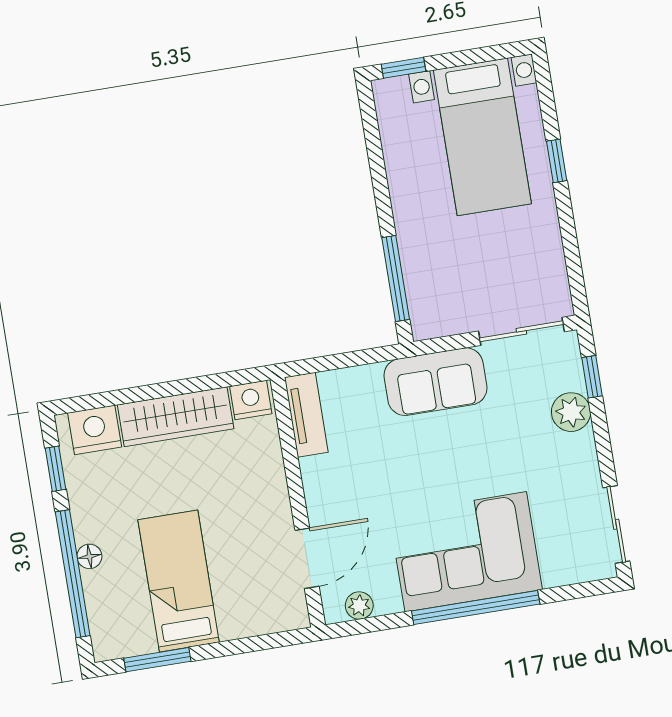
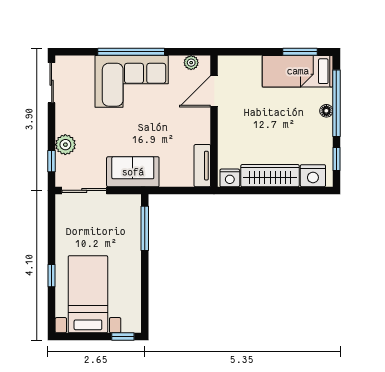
bed: (179, 581) -> (298, 71), moved, turned 90

